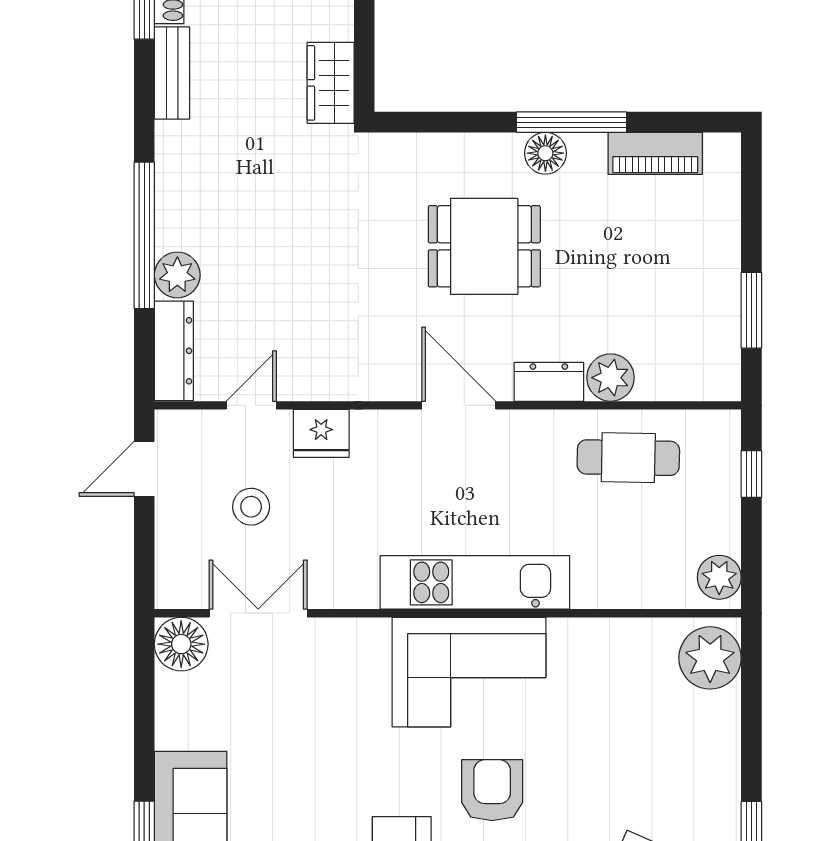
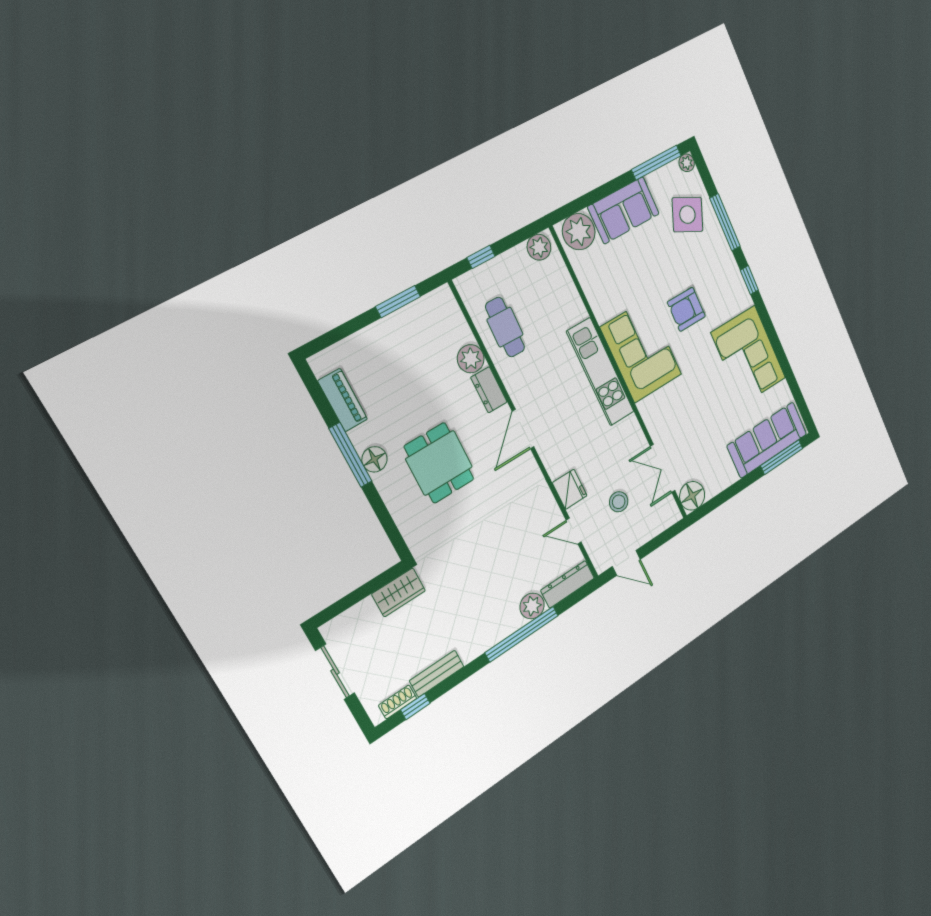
sofa: (705, 755) -> (624, 210), added

